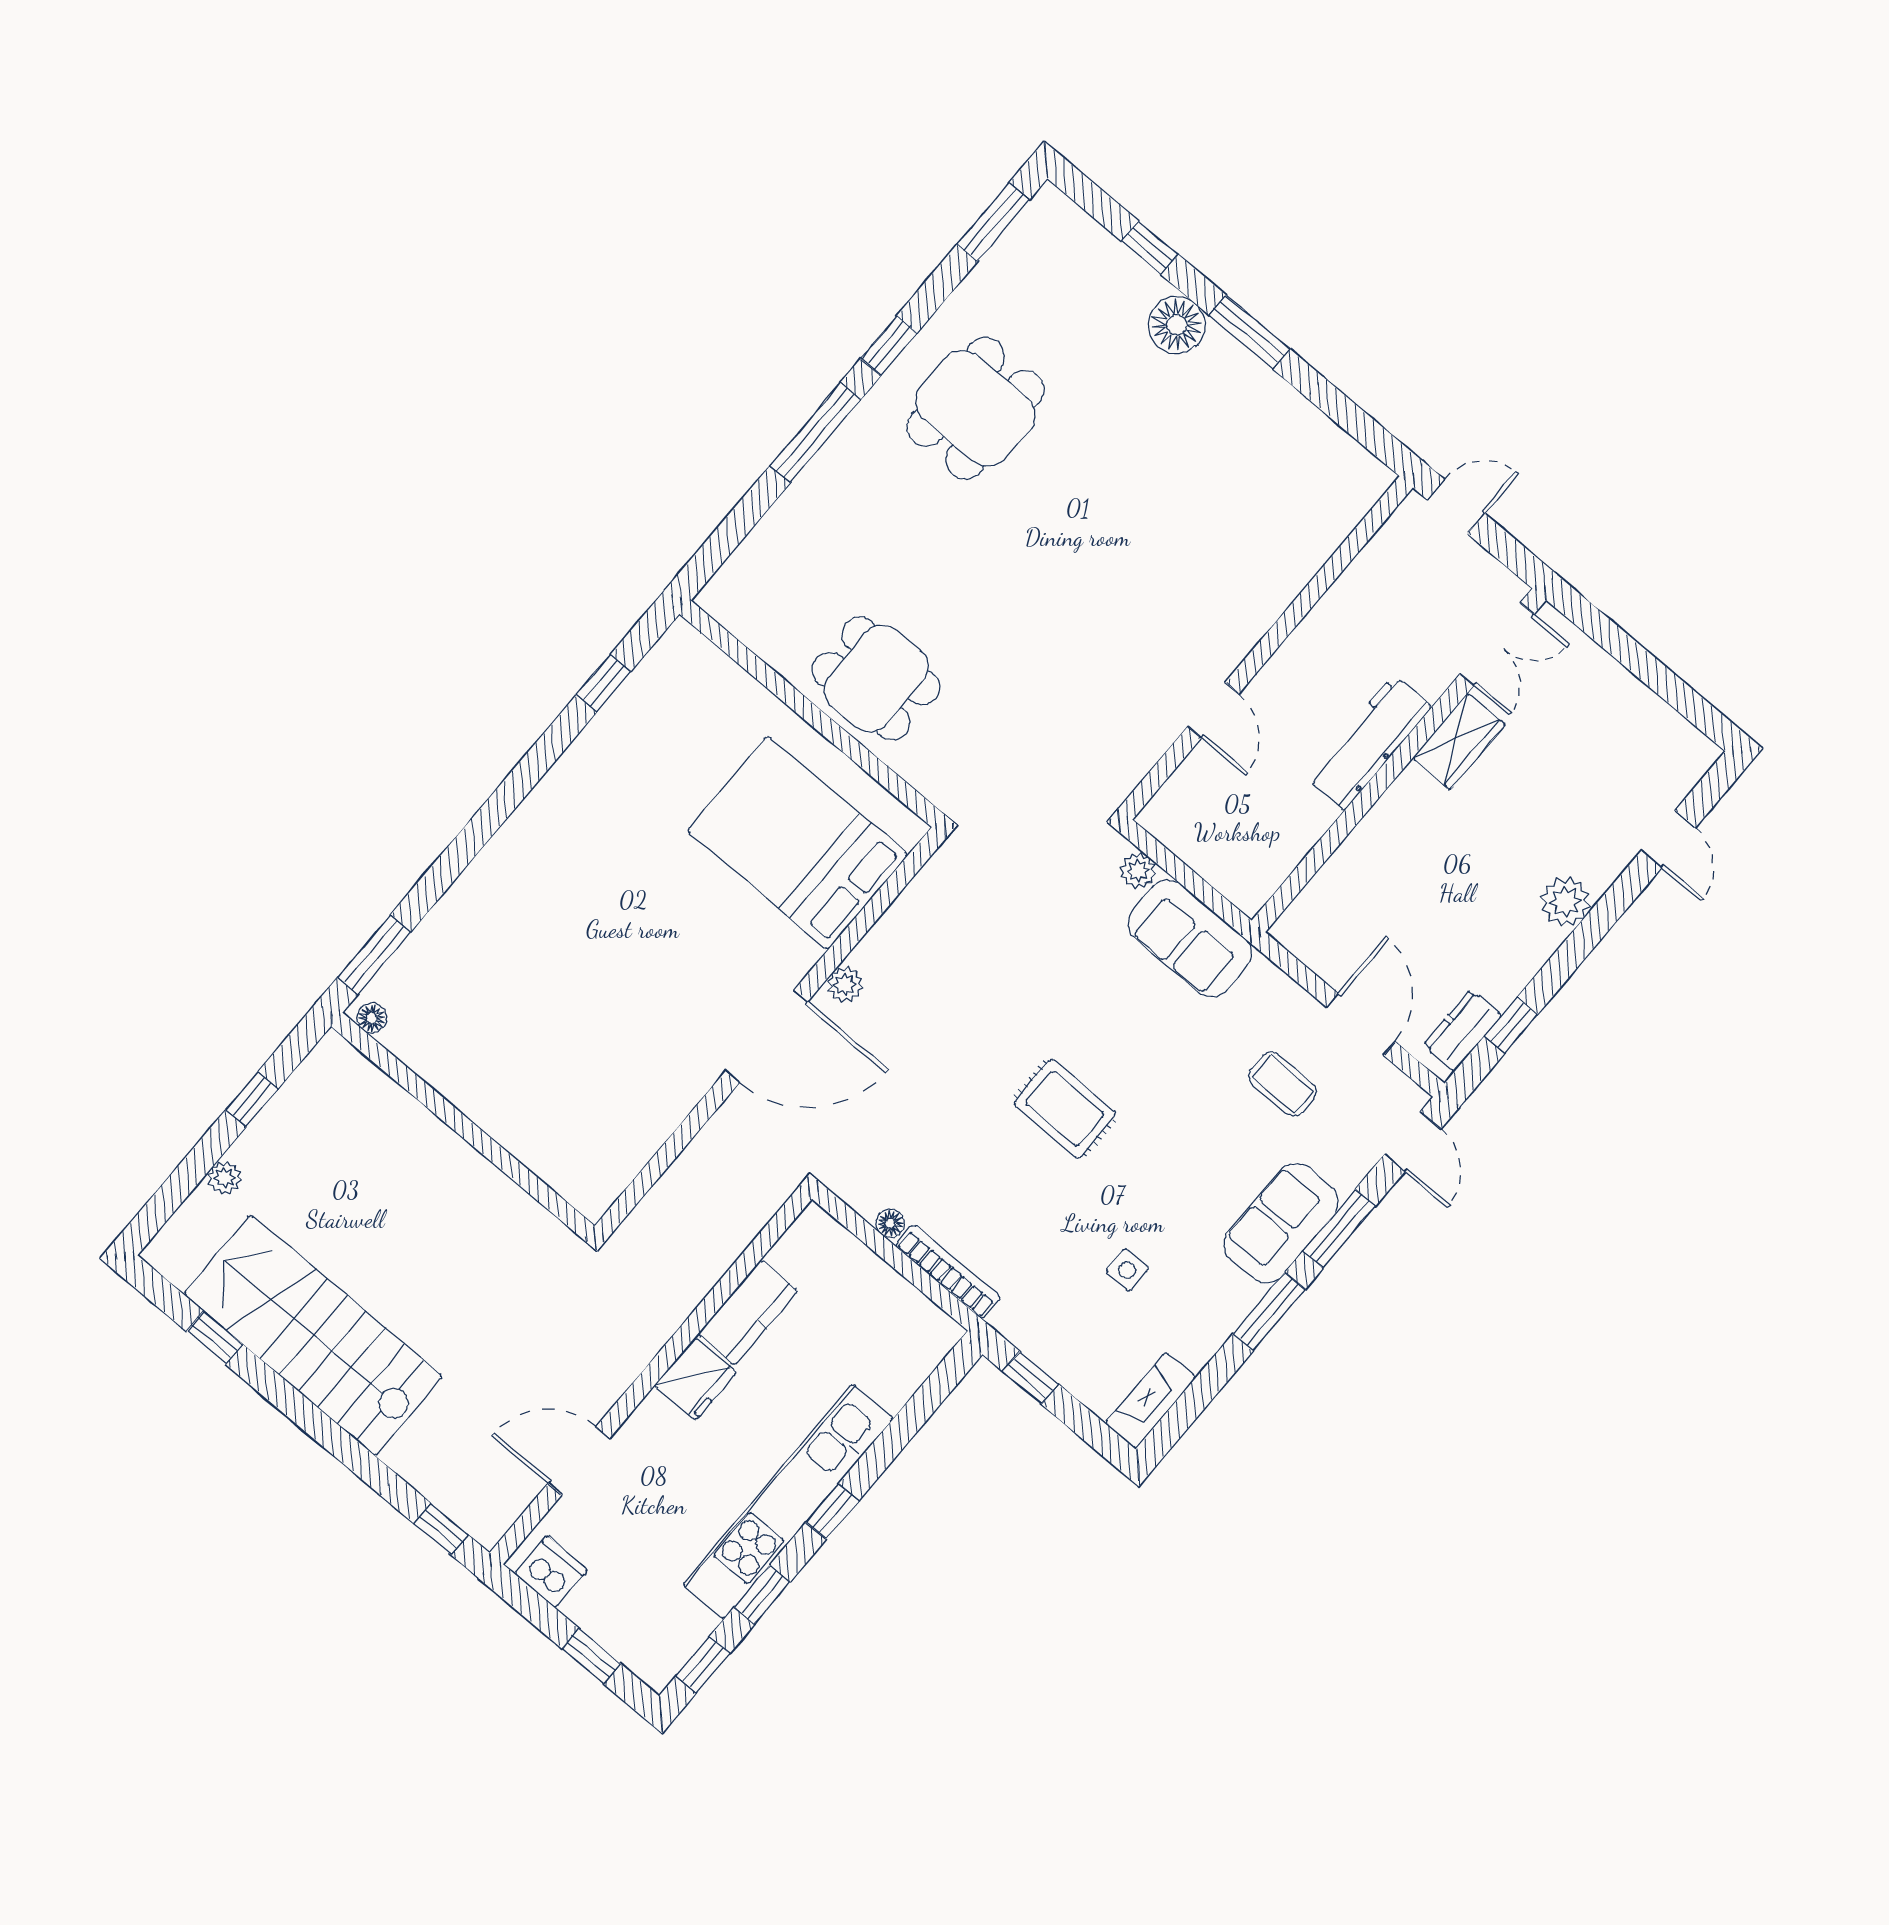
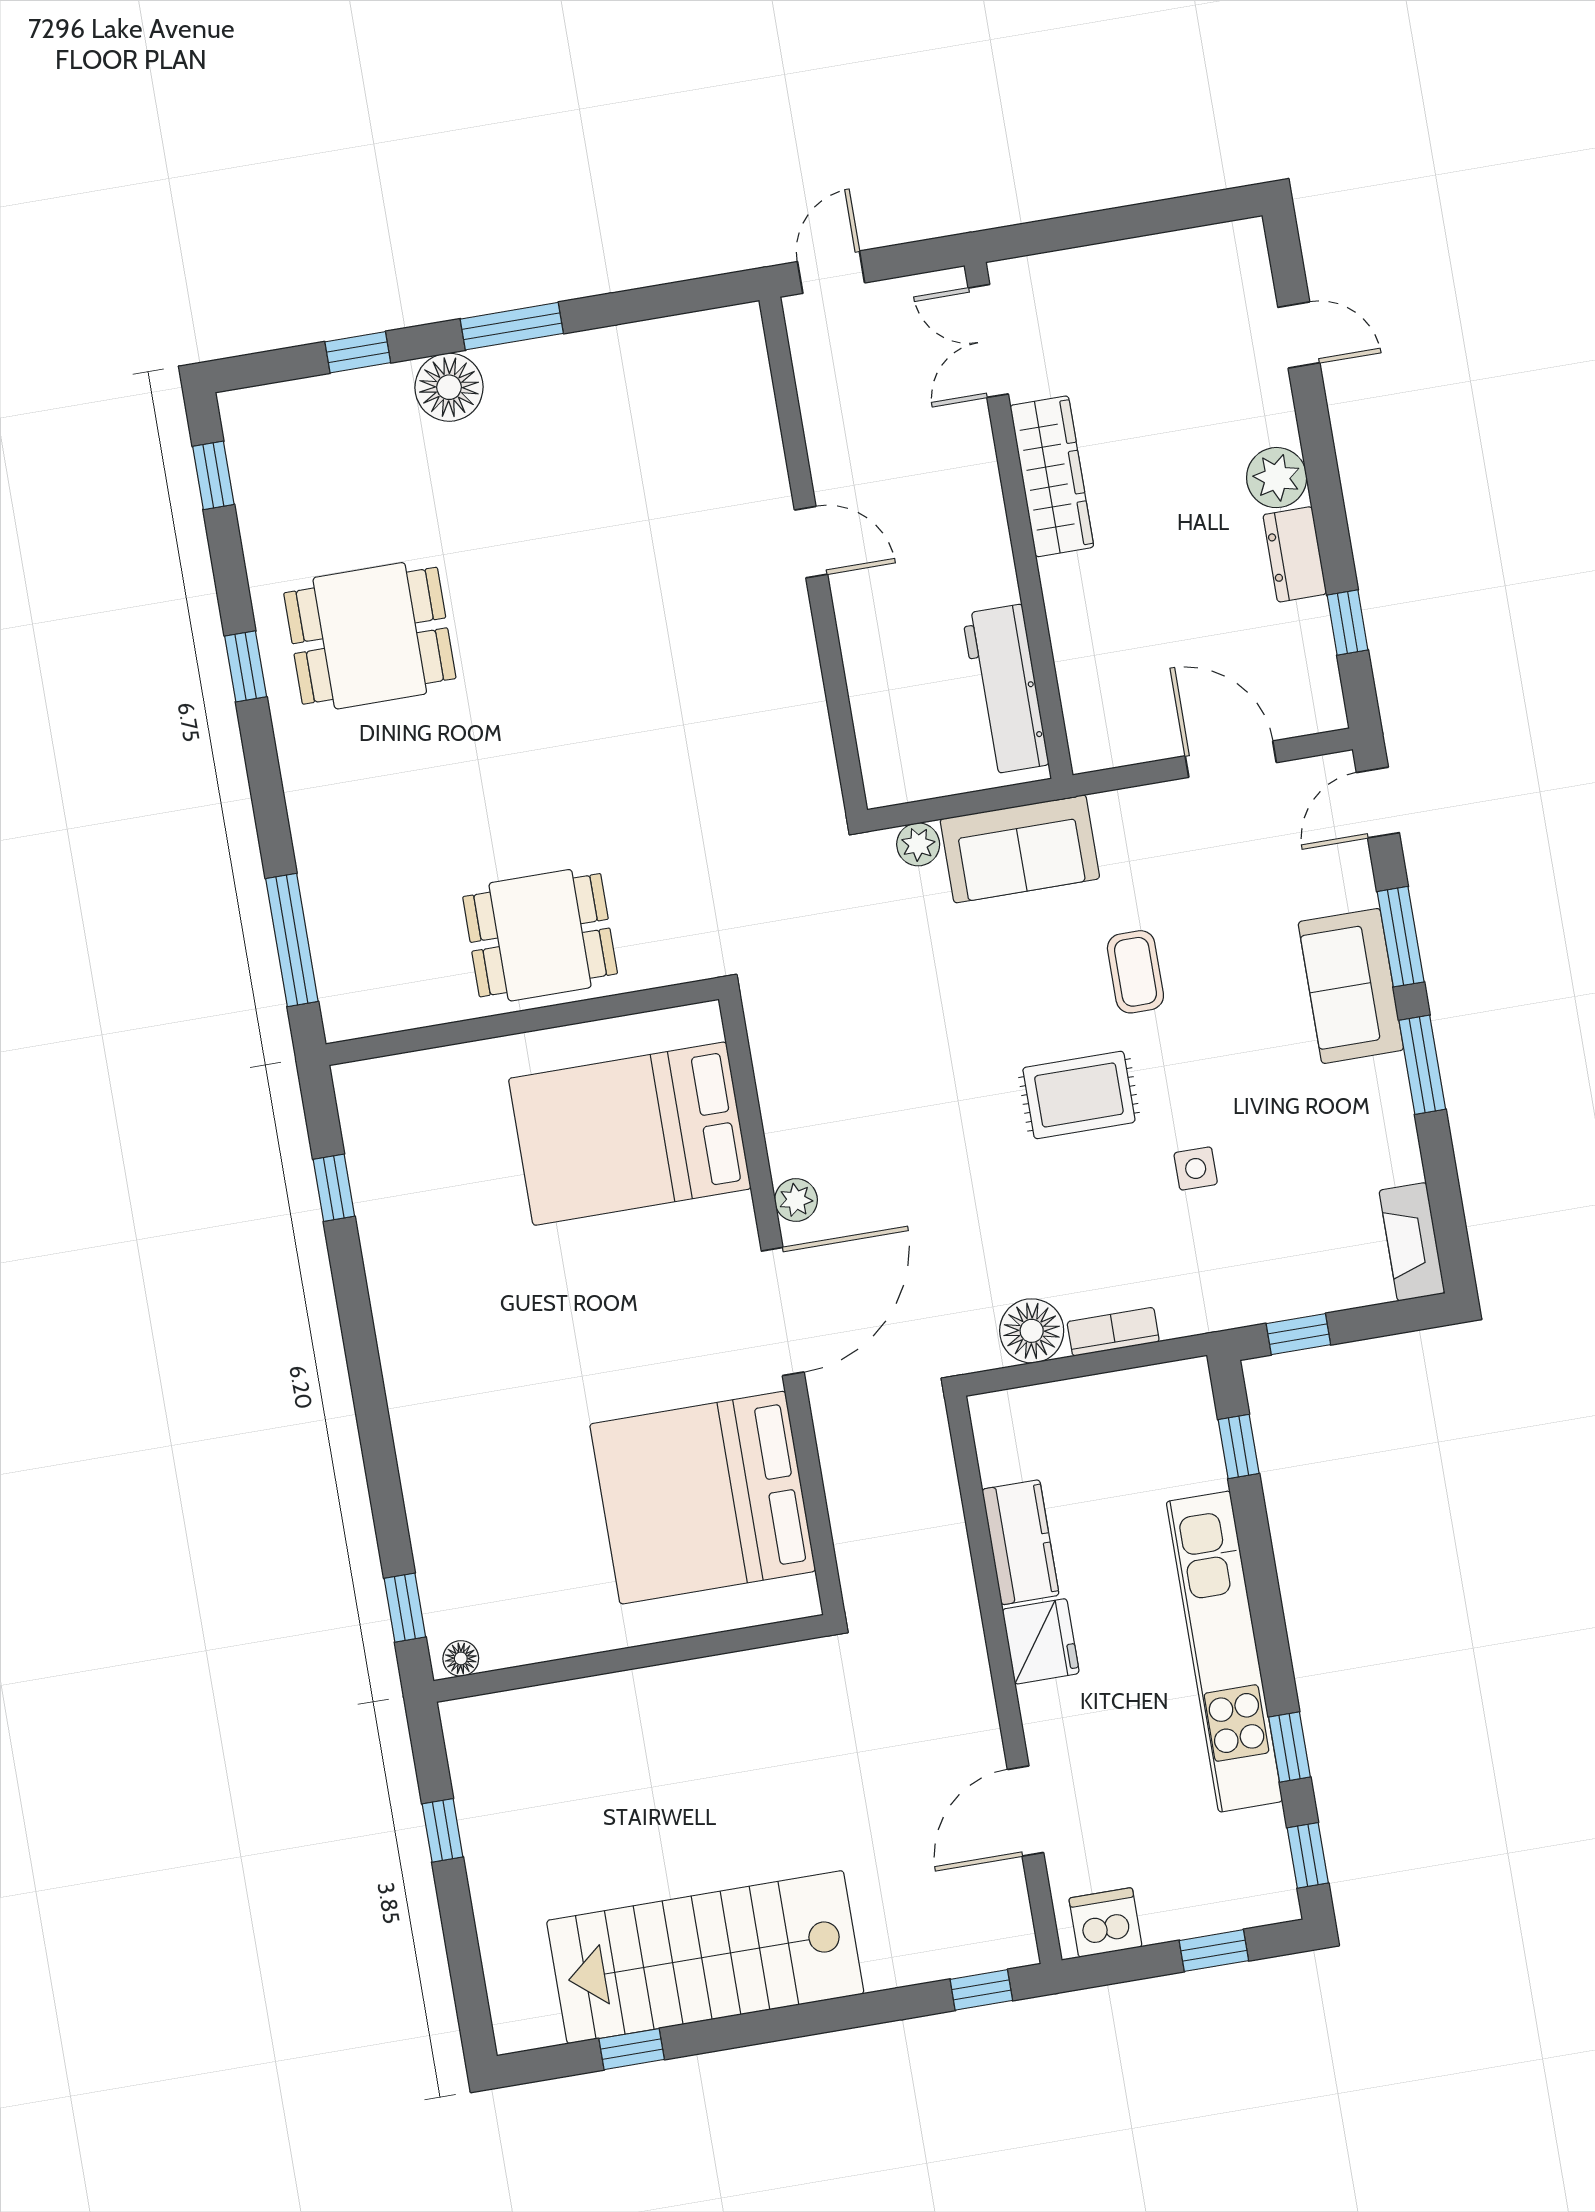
window: (993, 222) -> (213, 475), width x0.67
dining table: (975, 408) -> (370, 636), turned 90
window: (815, 433) -> (292, 940), moved
double door: (1497, 644) -> (988, 341), swing flipped
door: (1213, 710) -> (811, 542), moved
wardrobe: (1459, 741) -> (1052, 476), width x1.50
workbench: (1369, 742) -> (1005, 689), moved
window: (374, 955) -> (405, 1608), width x0.67
dresser: (1462, 1031) -> (1295, 554), moved
coffee table: (1283, 1084) -> (1135, 972), moved, turned 90
bed: (605, 1086) -> (703, 1498), added
door: (1413, 1142) -> (1378, 803), swing flipped
plant: (225, 1178) -> (493, 1916), removed
floor lamp: (890, 1223) -> (1032, 1331), width x1.89, depth x1.89
side table: (1127, 1270) -> (1196, 1168), moved
bookcase: (948, 1272) -> (1113, 1332), width x0.64
window: (832, 1511) -> (1239, 1447), moved

